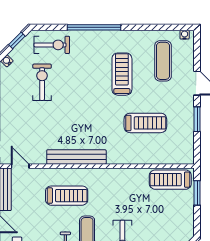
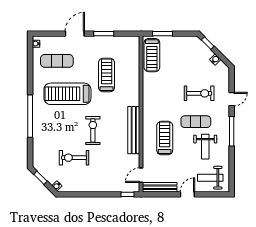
exercise bike: (52, 45) -> (93, 130), moved
treadmill: (122, 74) -> (67, 94), width x1.37, depth x1.37

